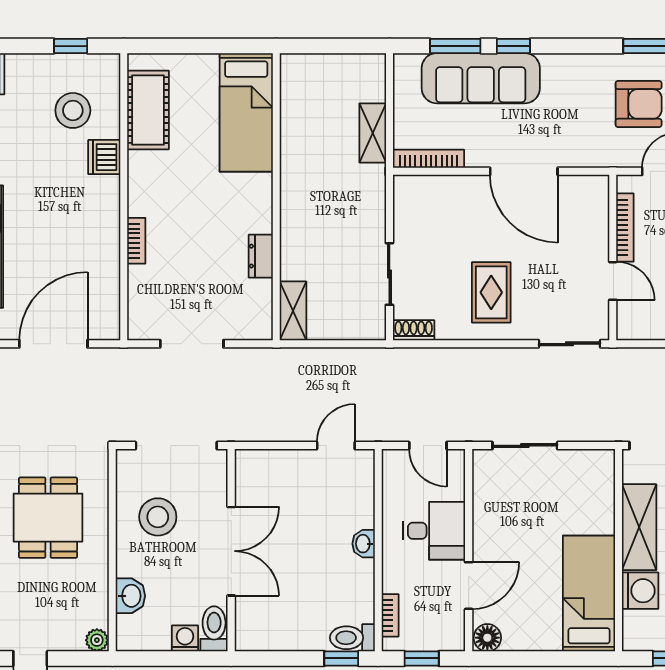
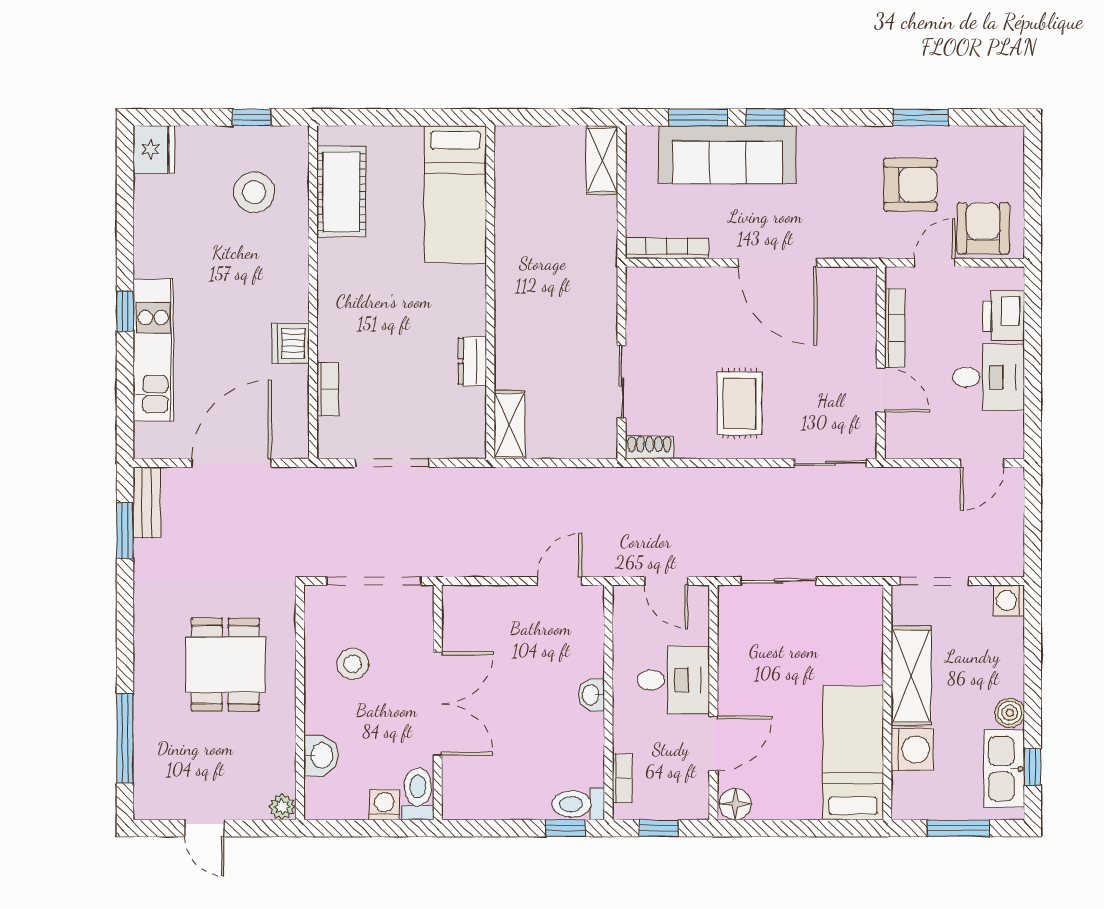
shelving: (373, 133) -> (602, 160), moved
dishwasher: (104, 157) -> (291, 343), moved
bookcase: (136, 241) -> (328, 389), moved
stool: (158, 517) -> (353, 664), width x0.73, depth x0.73

